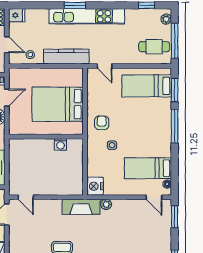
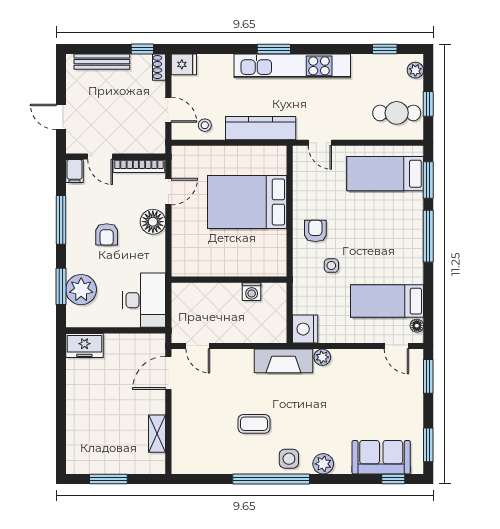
window: (175, 41) -> (428, 104), width x0.46
wall: (46, 137) -> (229, 280), moved
washing machine: (60, 144) -> (252, 292), moved

